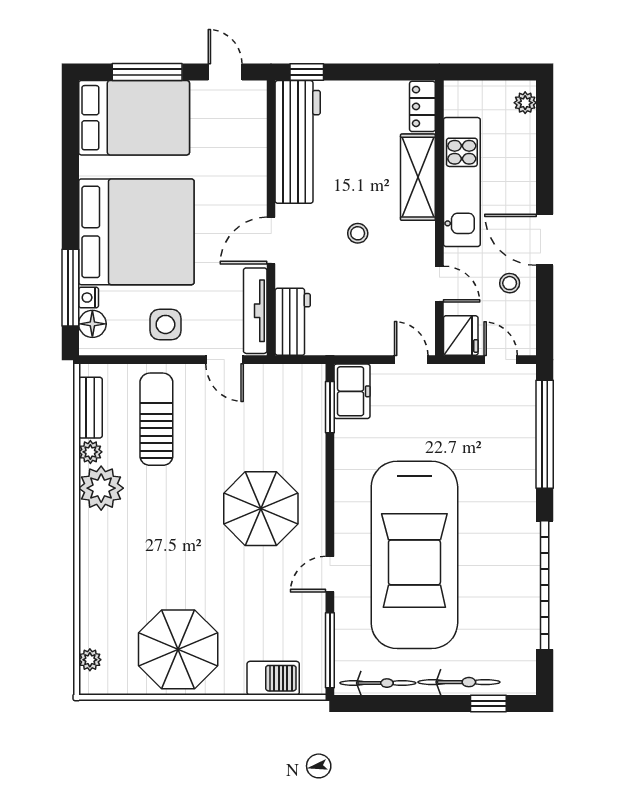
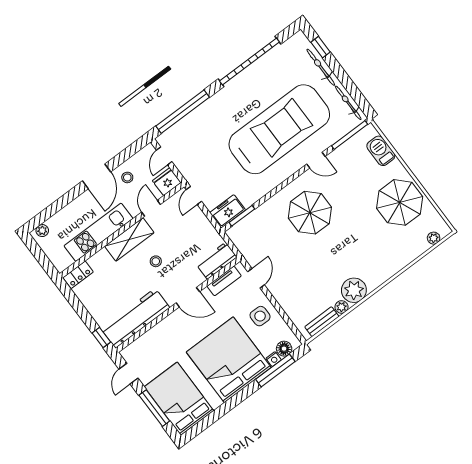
shelving: (418, 177) -> (129, 239), moved
tv unit: (255, 311) -> (224, 281), width x0.71
sun lounger: (156, 419) -> (305, 289), removed

